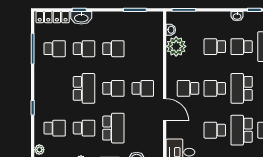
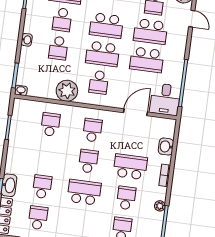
washbasin: (237, 16) -> (27, 40), moved
washbasin: (171, 30) -> (21, 90), moved
plant: (176, 46) -> (67, 91), moved
school desk: (113, 49) -> (50, 124), moved
school desk: (215, 88) -> (103, 54), width x1.85
door: (165, 110) -> (136, 112), moved
school desk: (215, 130) -> (147, 60), width x1.85

